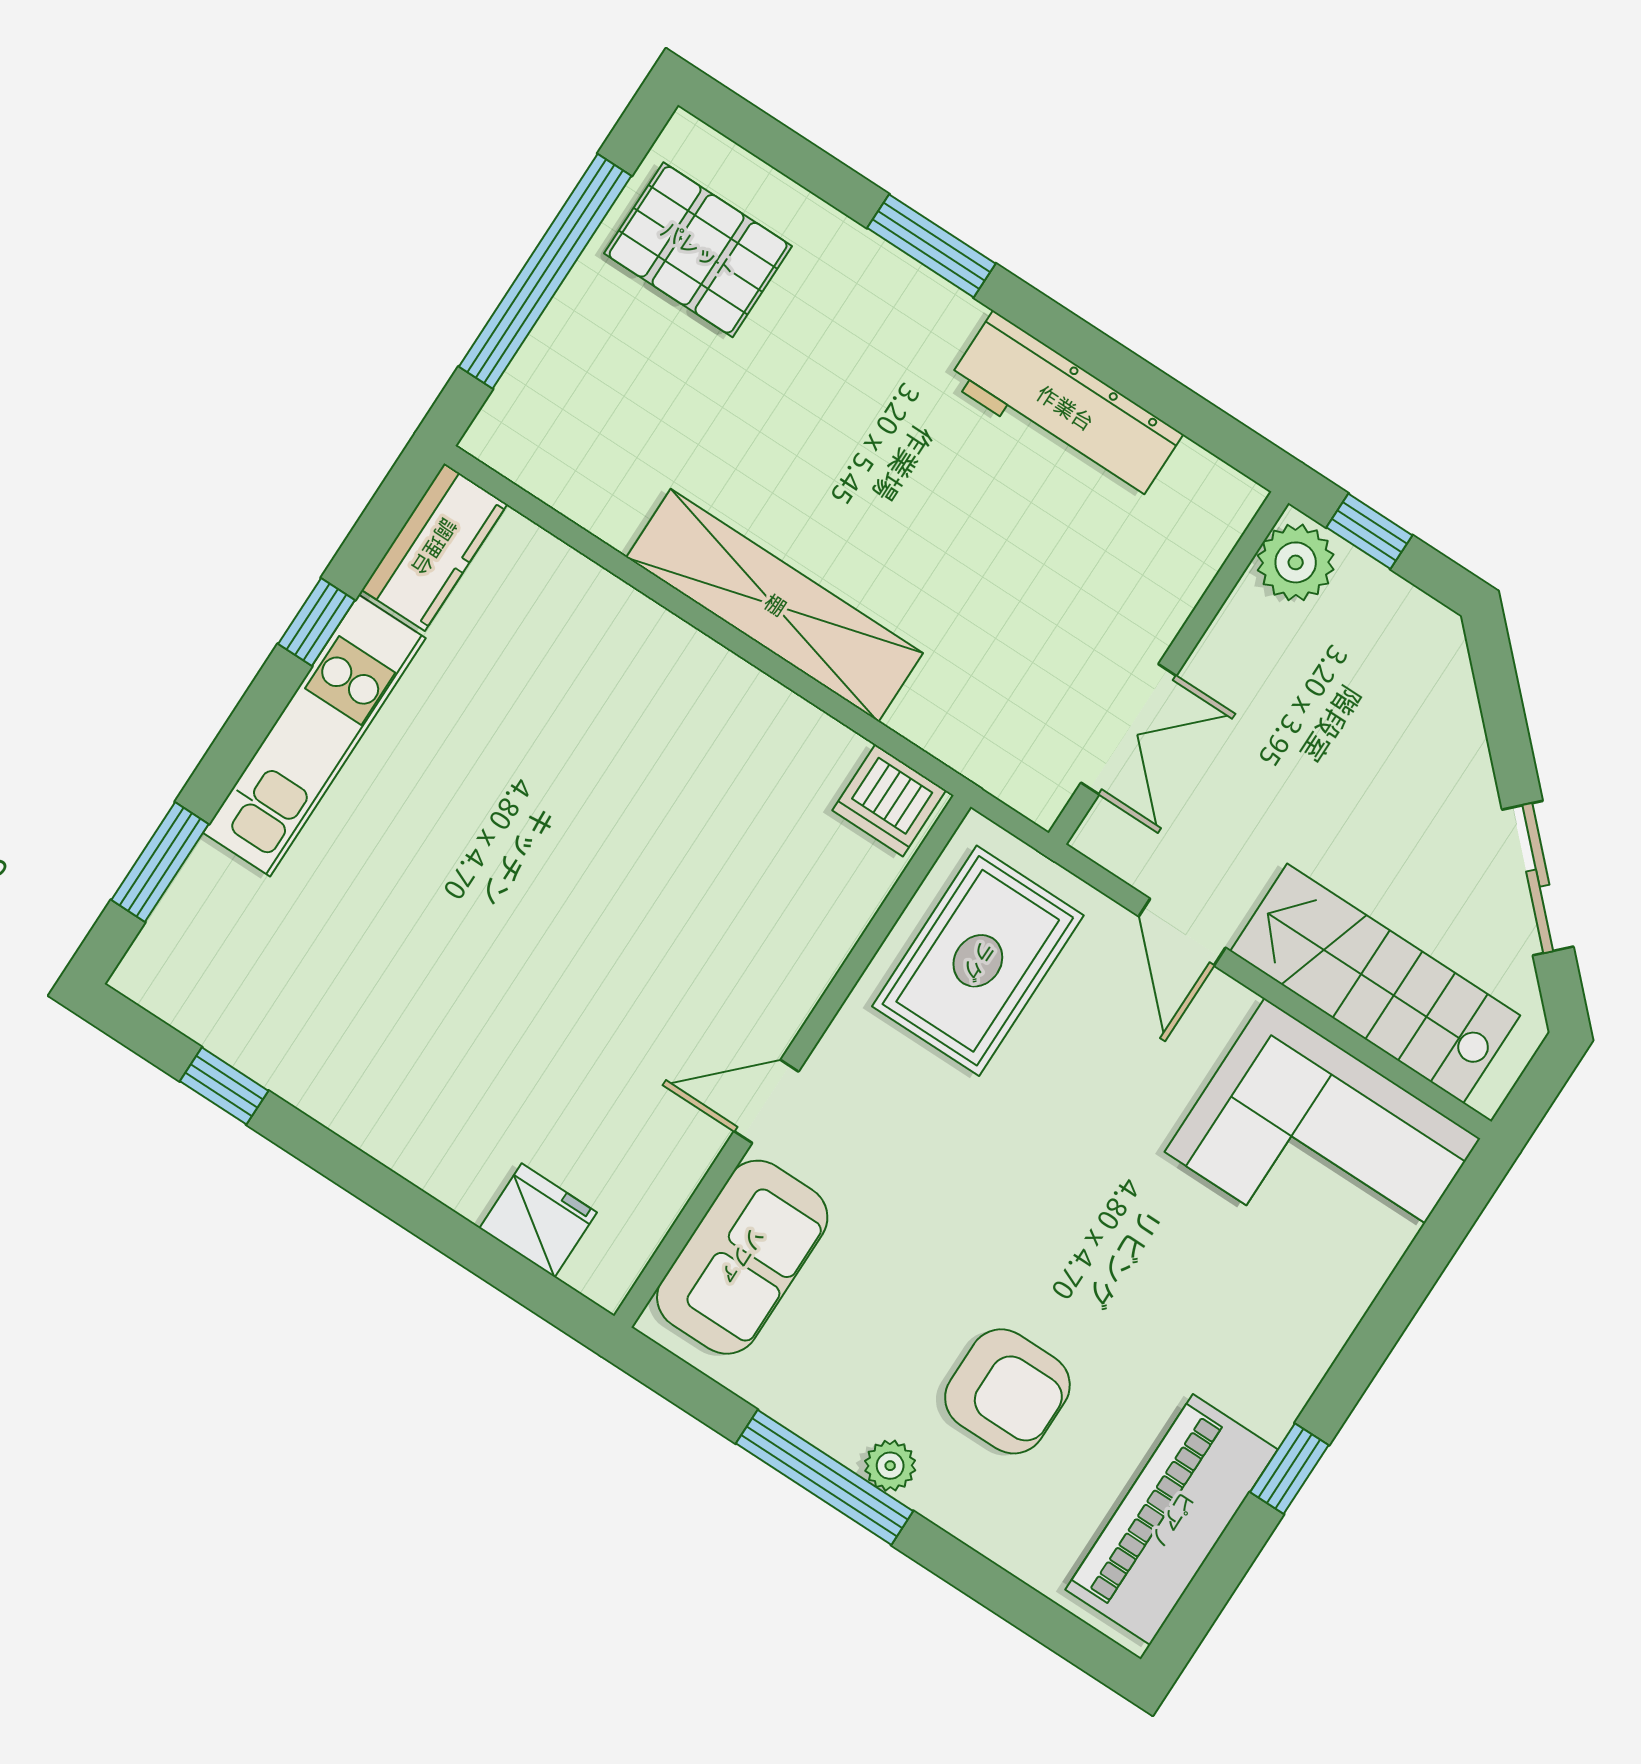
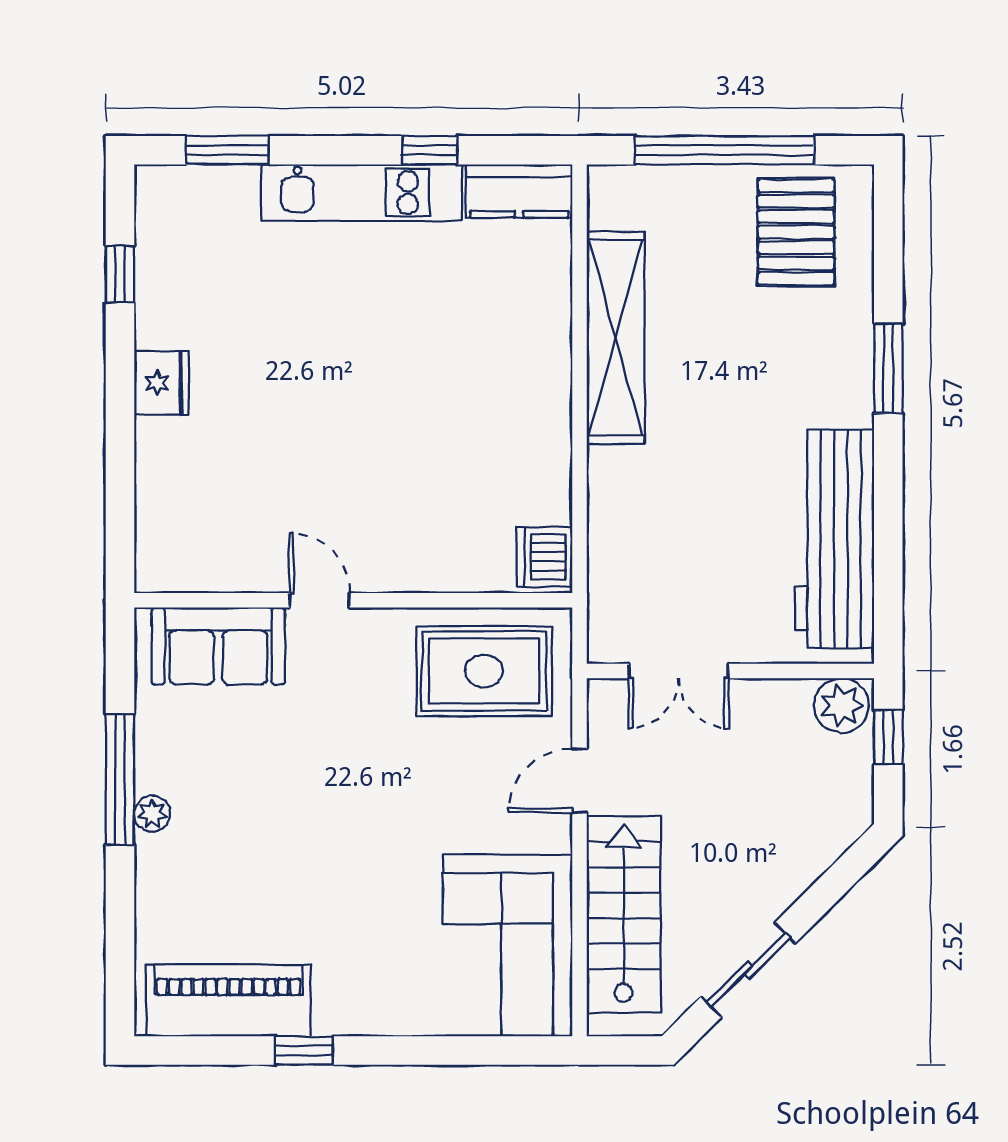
workbench: (1065, 408) -> (834, 539), width x1.36, depth x1.32
shelving: (775, 605) -> (616, 338), moved
fridge: (538, 1220) -> (161, 383), moved
armchair: (1007, 1391) -> (241, 854), removed

